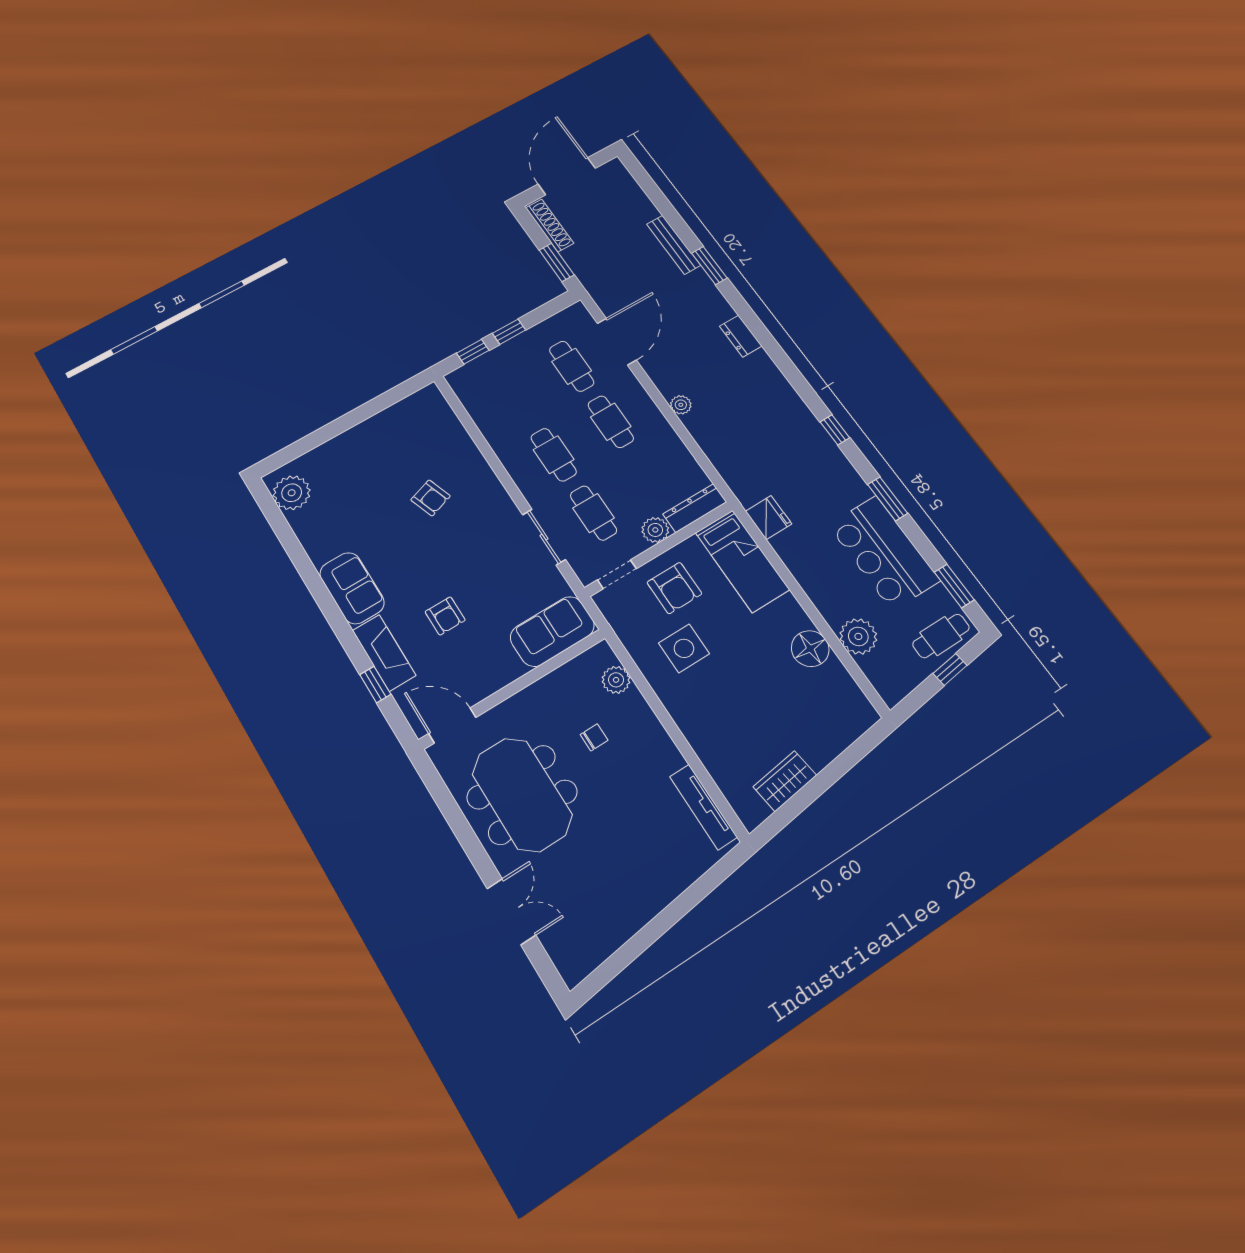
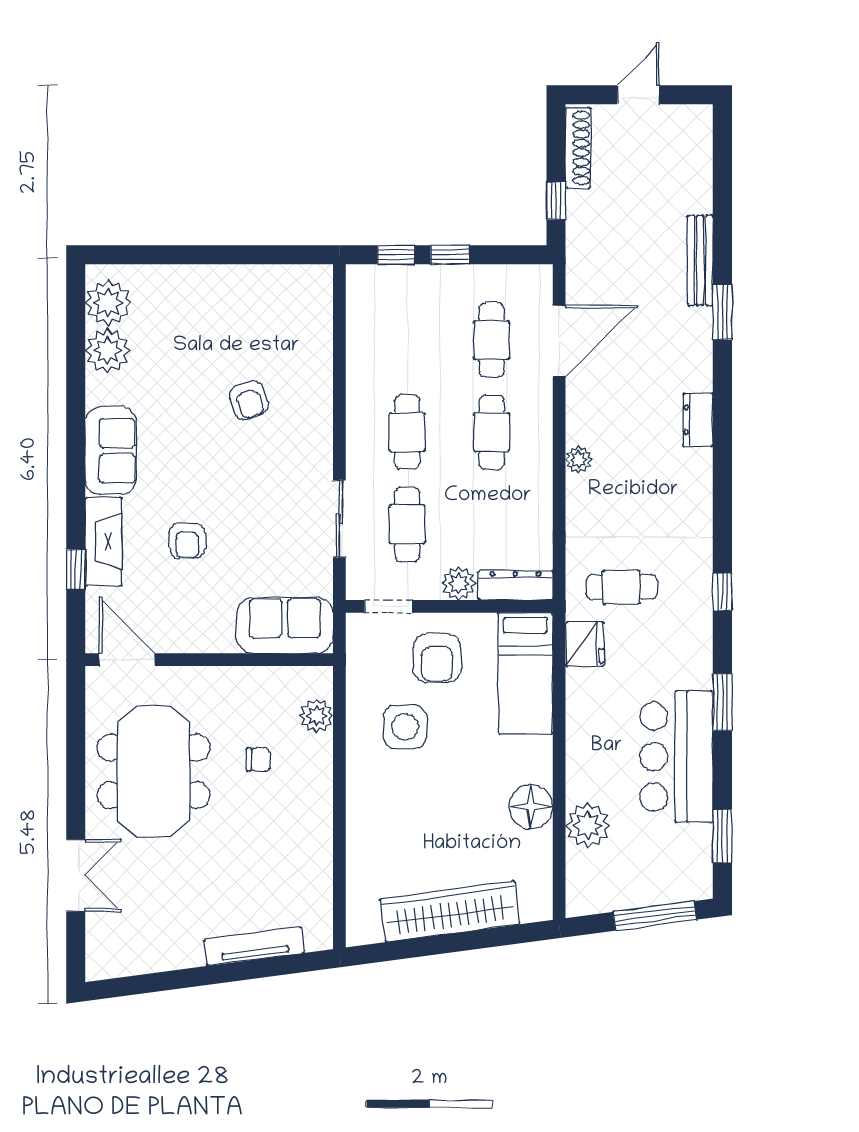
door: (567, 176) -> (638, 95), width x0.53
window: (557, 262) -> (556, 201), width x0.67
plant: (310, 524) -> (108, 351), added
cafe table: (941, 636) -> (622, 587), moved
window: (950, 669) -> (655, 916), width x2.17
wardrobe: (785, 781) -> (450, 911), width x2.10, depth x1.17
tv unit: (703, 807) -> (254, 946), moved, turned 82

